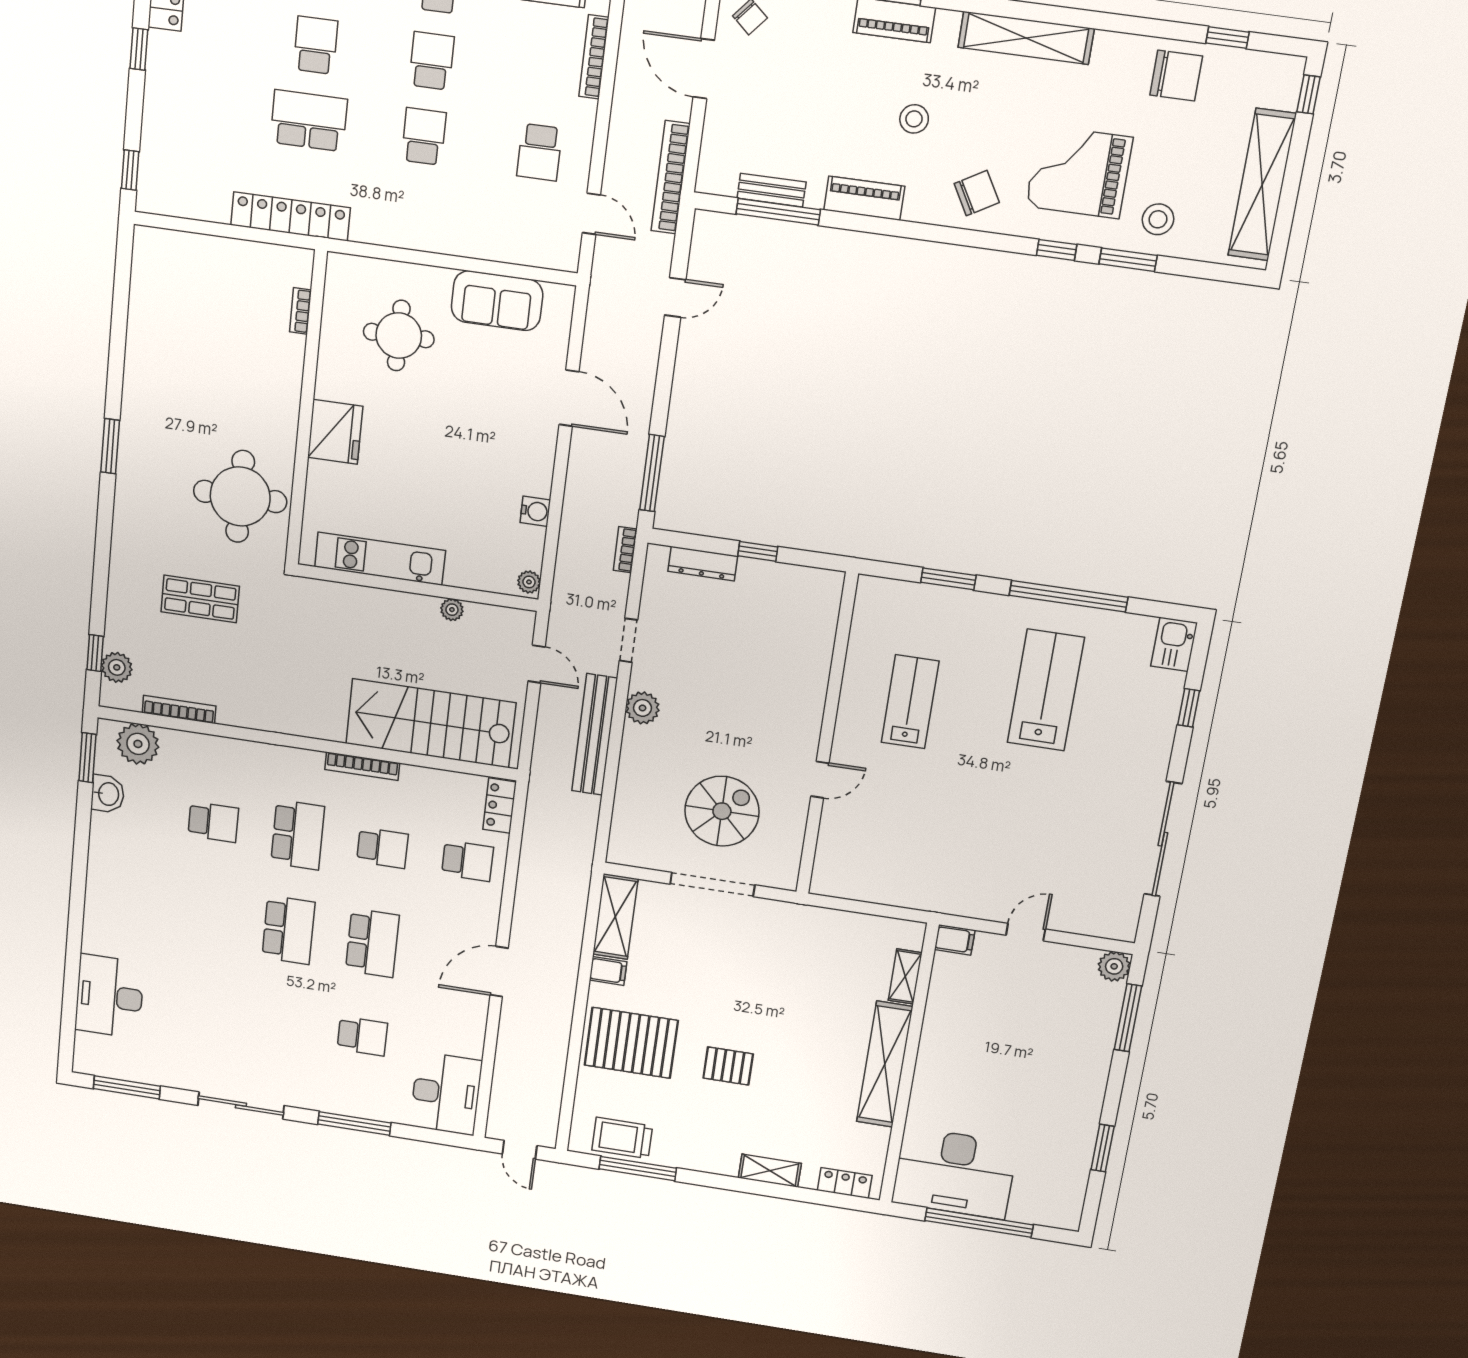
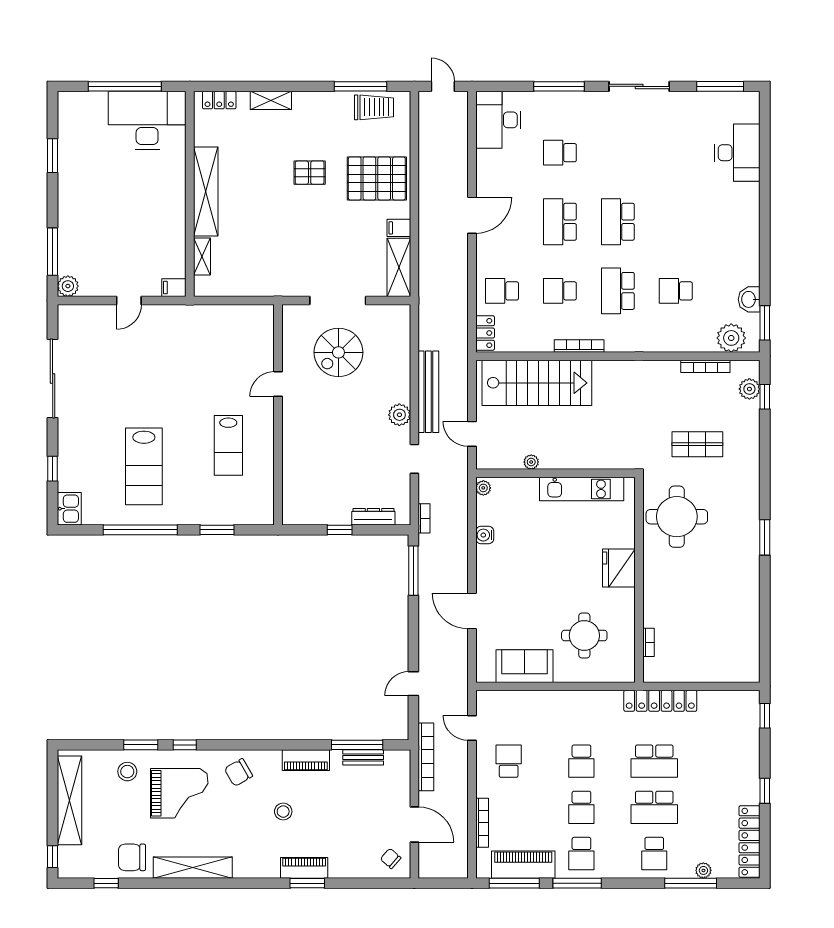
shelving: (1026, 38) -> (193, 868), moved
school desk: (316, 45) -> (654, 807), width x1.85

